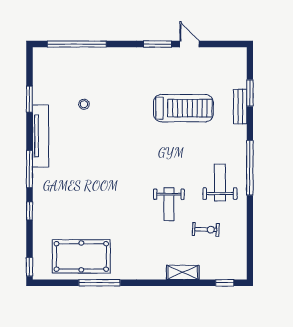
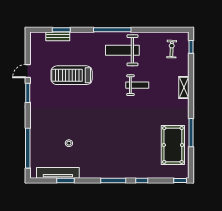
bench: (240, 107) -> (58, 36), moved
treadmill: (183, 108) -> (72, 75), turned -90
tv unit: (41, 136) -> (58, 173), moved
weight bench: (220, 182) -> (122, 50), width x1.36, depth x1.33
exercise bike: (206, 230) -> (172, 49), moved
shelving: (183, 272) -> (184, 88), moved

